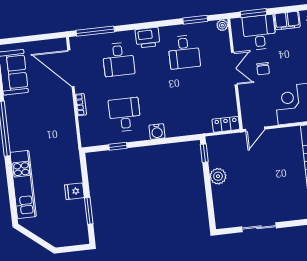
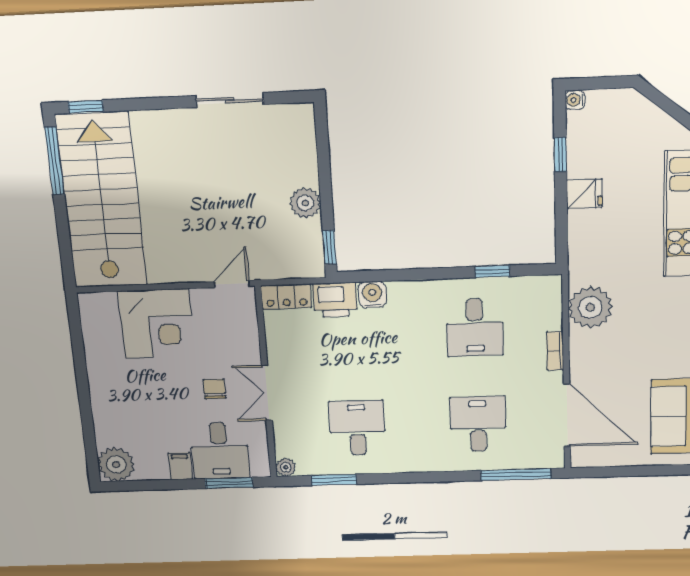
filing cabinet: (287, 20) -> (180, 466), width x0.50
printer: (148, 38) -> (335, 300), moved, turned 180
plant: (65, 130) -> (590, 307), added
water cooler: (157, 131) -> (372, 295), moved
window: (89, 211) -> (560, 155), width x0.67
water cooler: (84, 239) -> (575, 100), added

